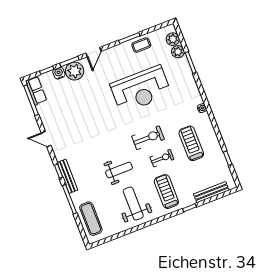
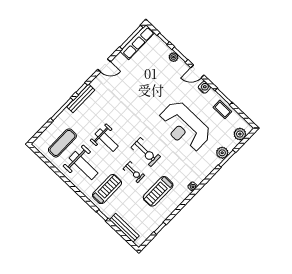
plant: (178, 52) -> (222, 153), moved
plant: (75, 71) -> (174, 57), width x0.53, depth x0.53
water cooler: (59, 73) -> (204, 87), moved
row of seats: (36, 91) -> (137, 42), width x1.48
door: (46, 139) -> (104, 65), swing flipped
treadmill: (191, 143) -> (158, 191), turned 180
weight bench: (133, 204) -> (84, 166), turned 90
exercise mat: (91, 219) -> (62, 143), moved

